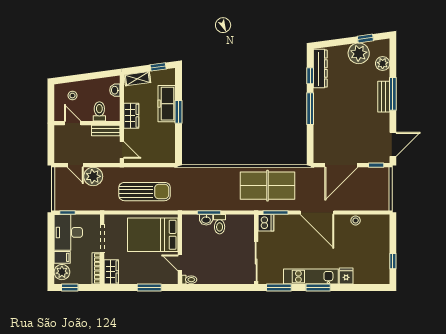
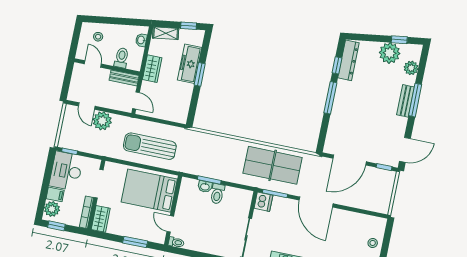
sun lounger: (144, 192) -> (150, 146), turned 180
stool: (356, 220) -> (373, 243), moved

